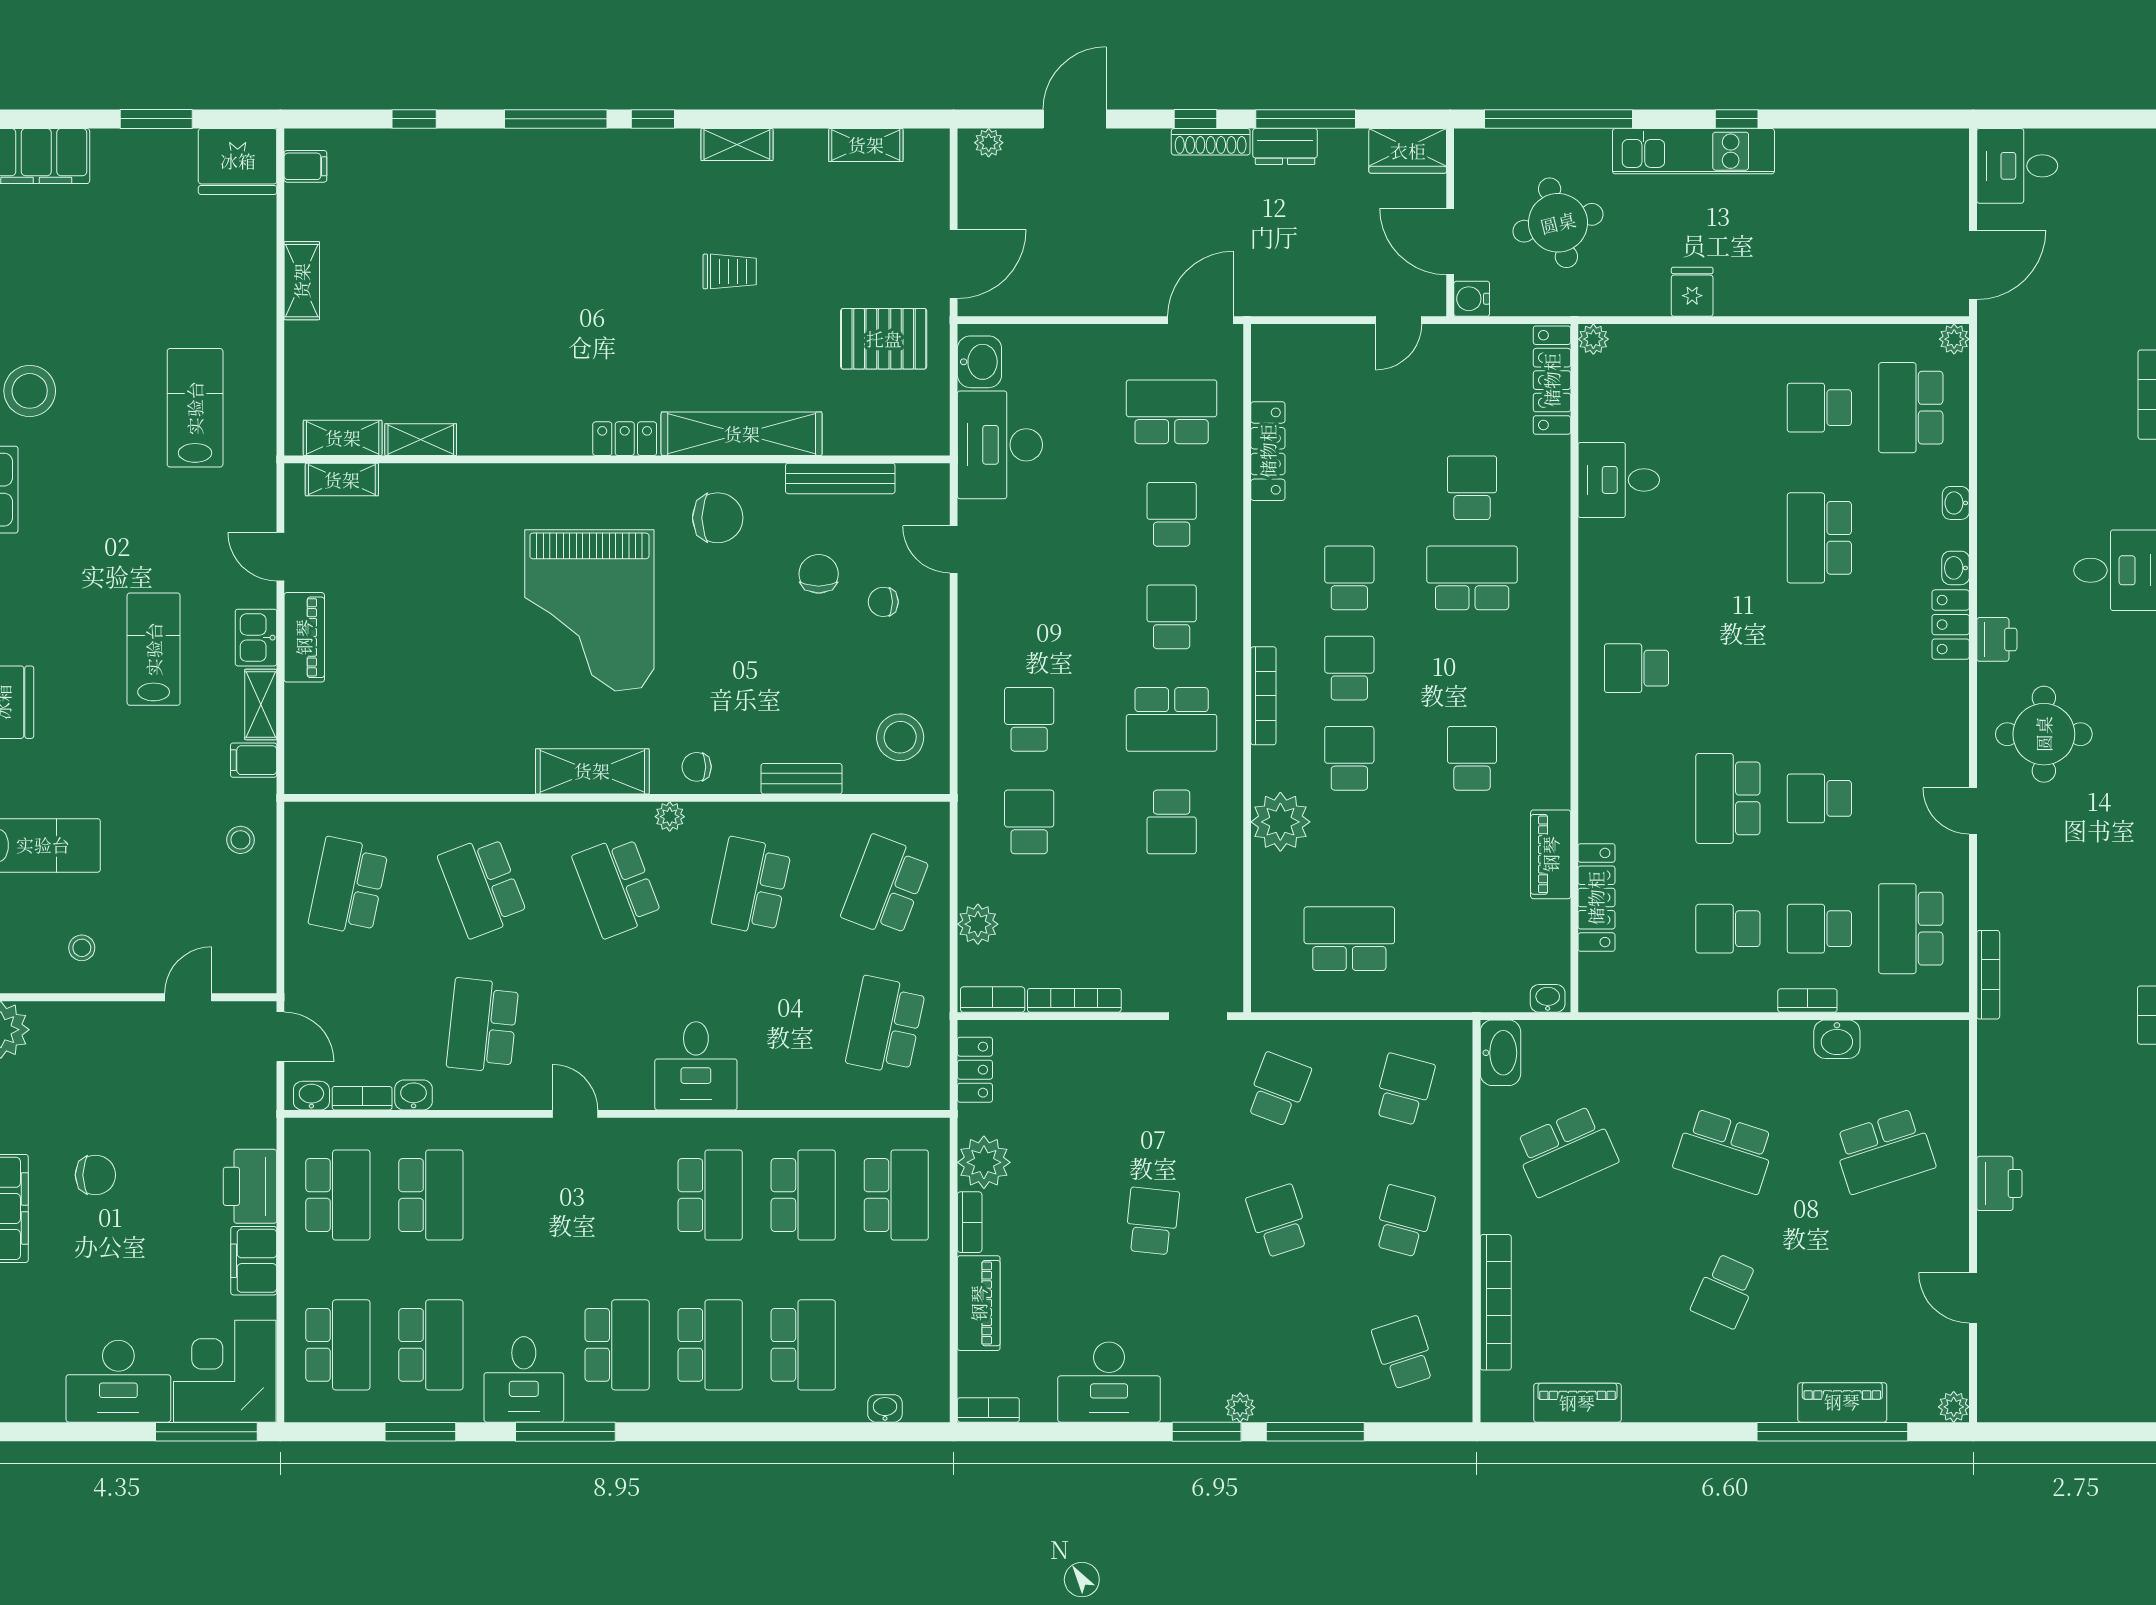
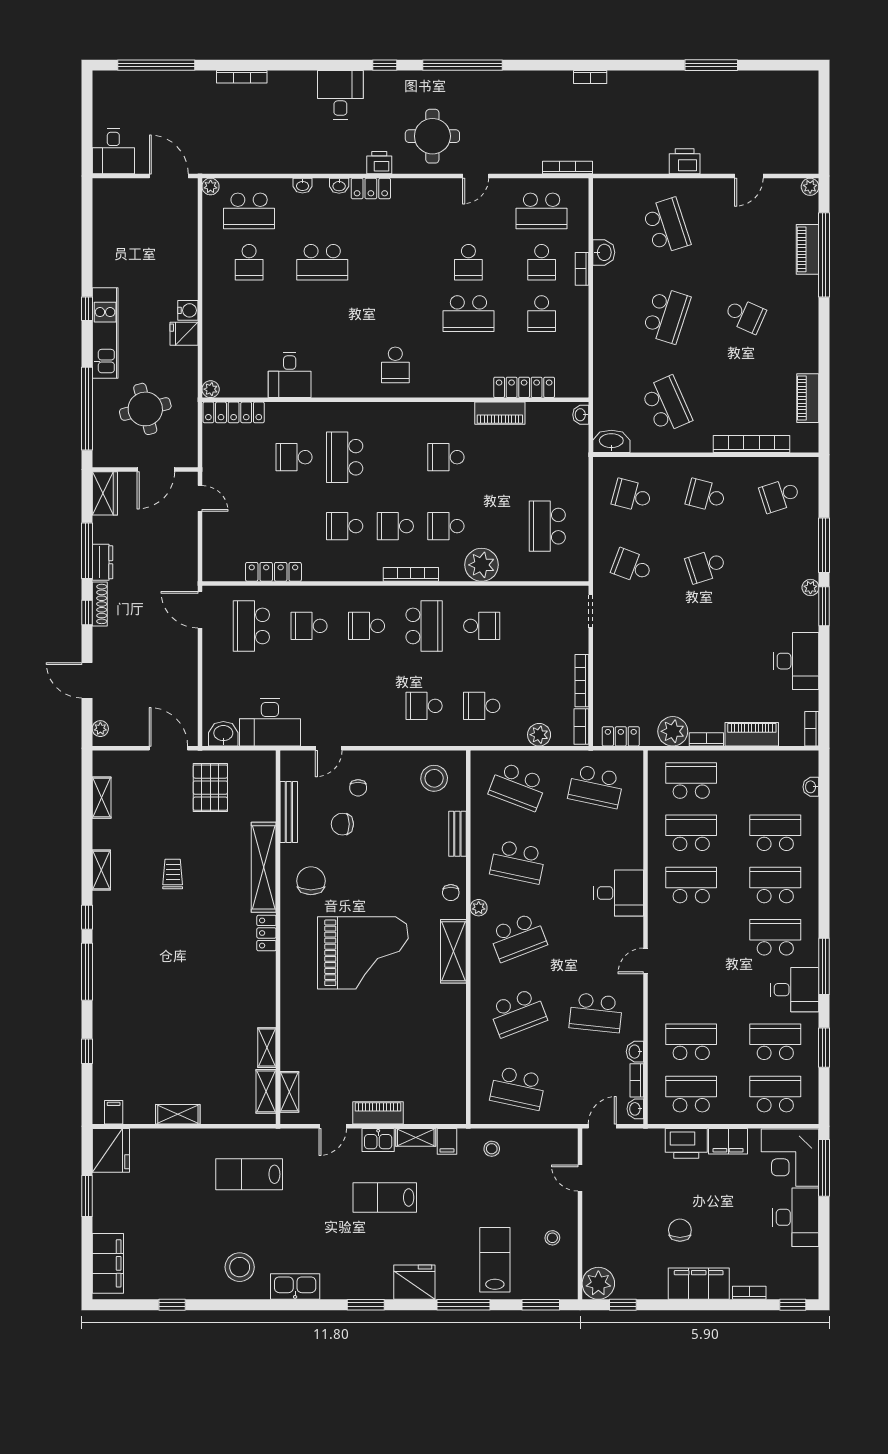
water cooler: (1472, 299) -> (188, 310), moved, turned -90
school desk: (1152, 1221) -> (706, 637), removed

